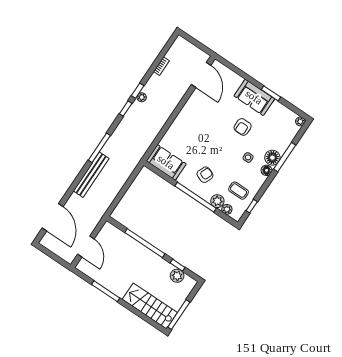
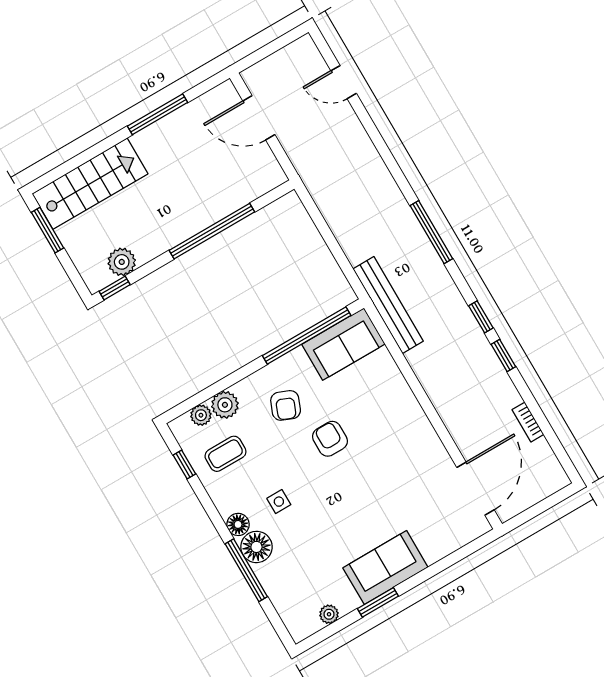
door: (201, 75) -> (476, 489), swing flipped
plant: (142, 97) -> (488, 357), removed
plant: (300, 121) -> (329, 614), moved
armchair: (243, 127) -> (330, 439), moved
bench: (91, 175) -> (388, 305), moved
window: (196, 197) -> (307, 336), moved
door: (53, 217) -> (344, 82), width x0.53
window: (178, 265) -> (115, 288), moved
window: (179, 315) -> (48, 230), width x0.69

